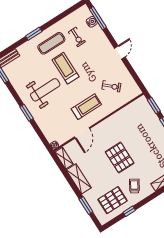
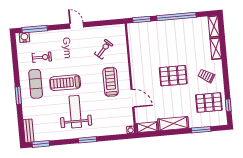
water cooler: (92, 22) -> (24, 37), moved
pallet: (113, 200) -> (209, 103), turned 90
window: (129, 211) -> (228, 105), moved

